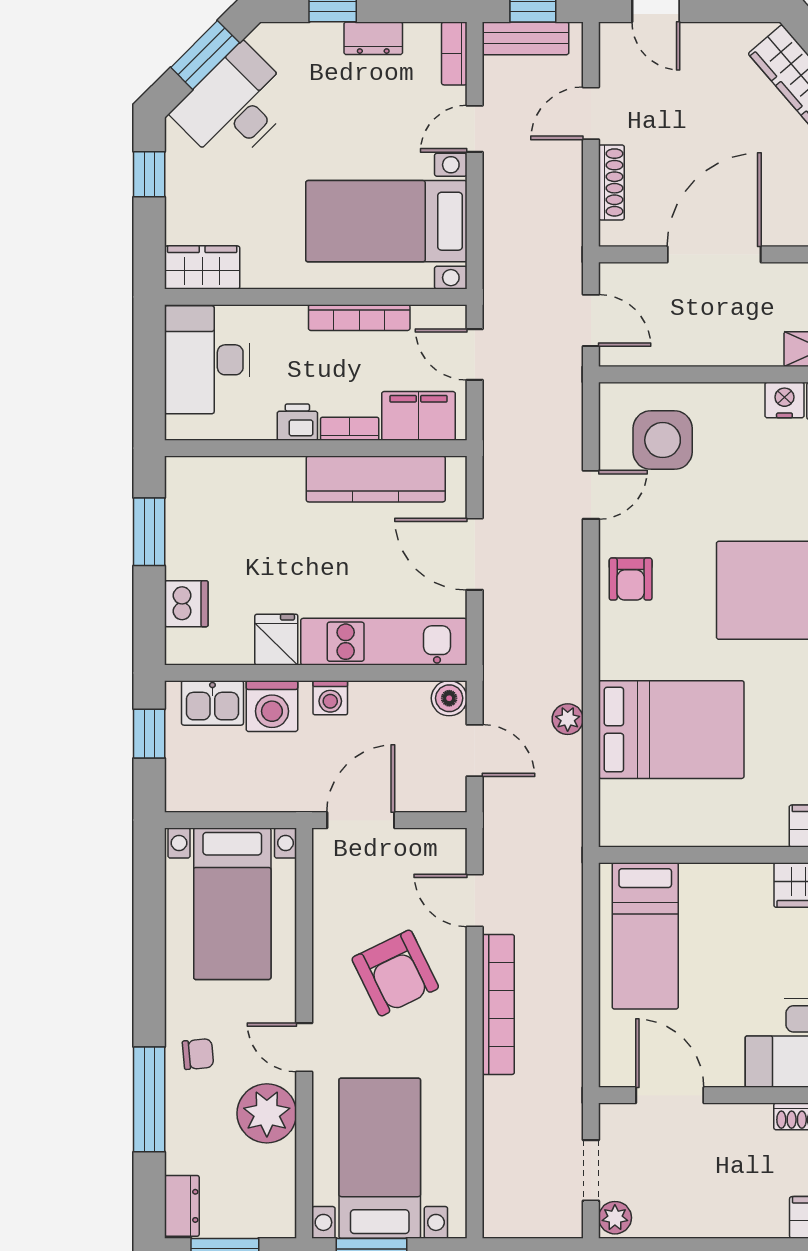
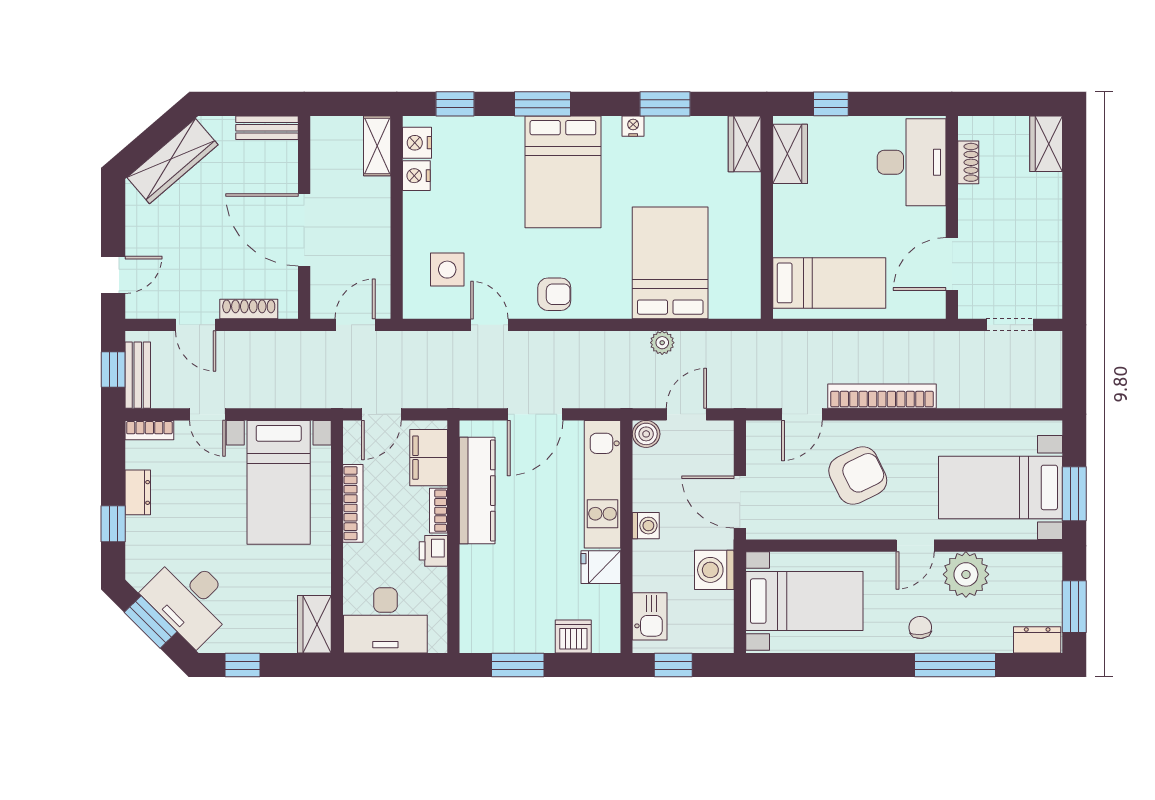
side table: (663, 440) -> (447, 270), width x0.73, depth x0.73
washing machine: (272, 706) -> (714, 570), moved, turned 180
plant: (615, 1218) -> (1046, 306), removed

